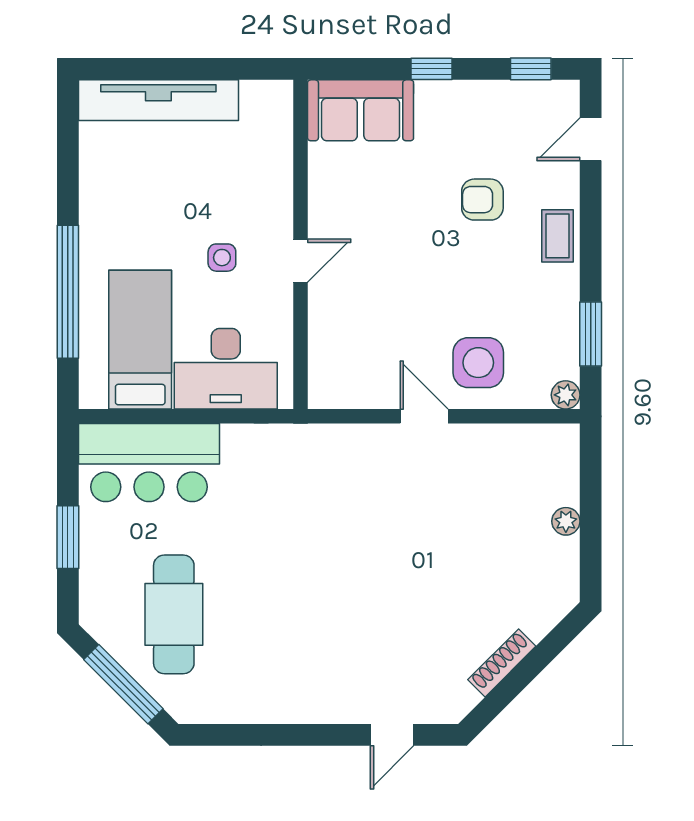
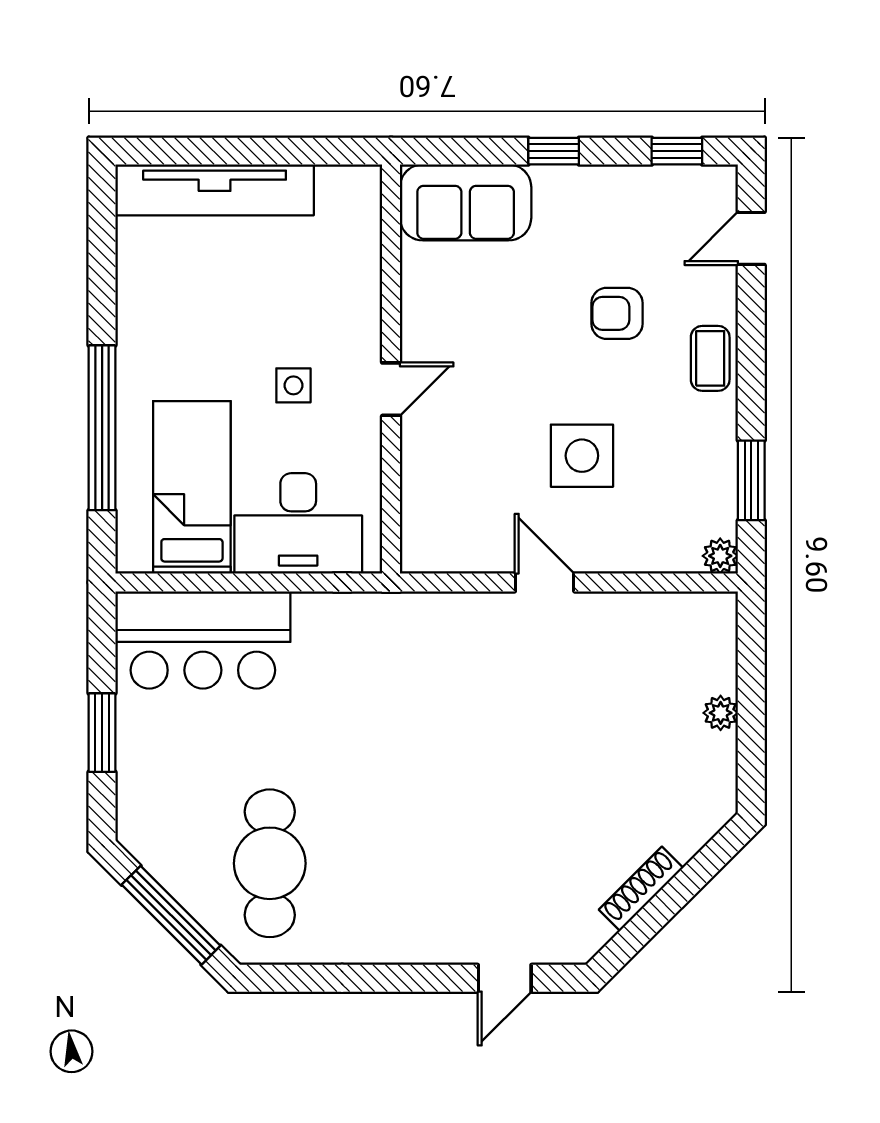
side table: (478, 363) -> (582, 456), moved
cafe table: (174, 614) -> (270, 863), moved

